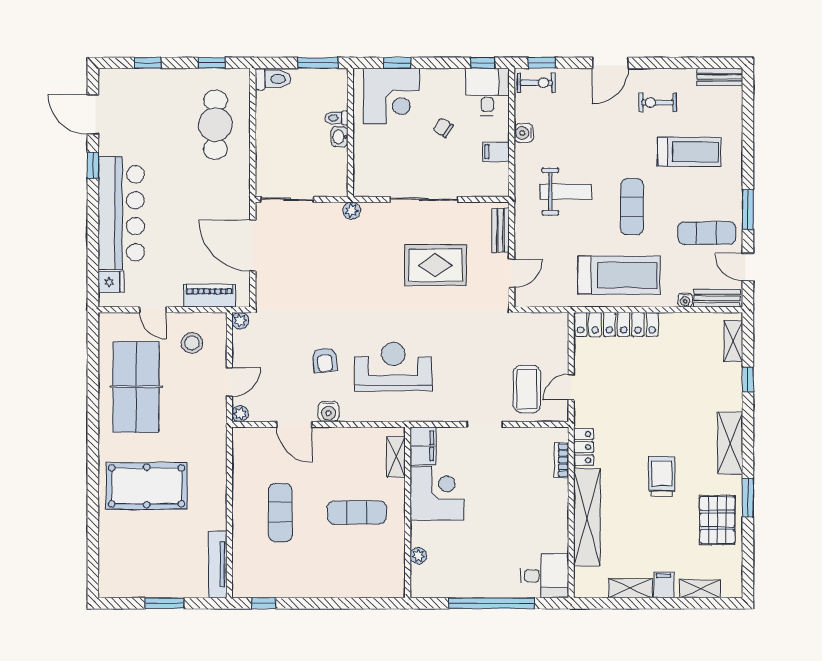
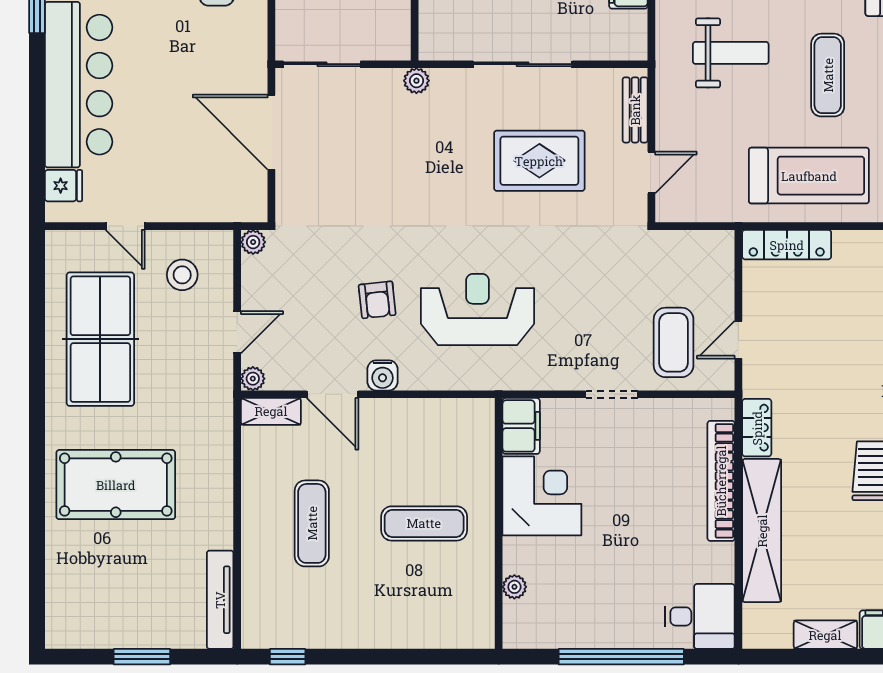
piano: (210, 296) -> (208, 206), removed
locker: (617, 324) -> (787, 245), width x0.71, depth x0.83
shelving: (396, 457) -> (271, 411), moved, turned 90
bookcase: (561, 460) -> (721, 481), width x2.31, depth x1.31

